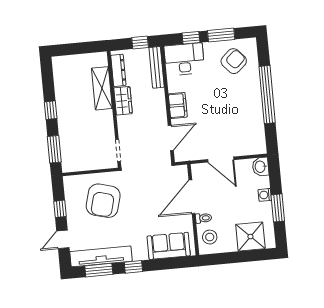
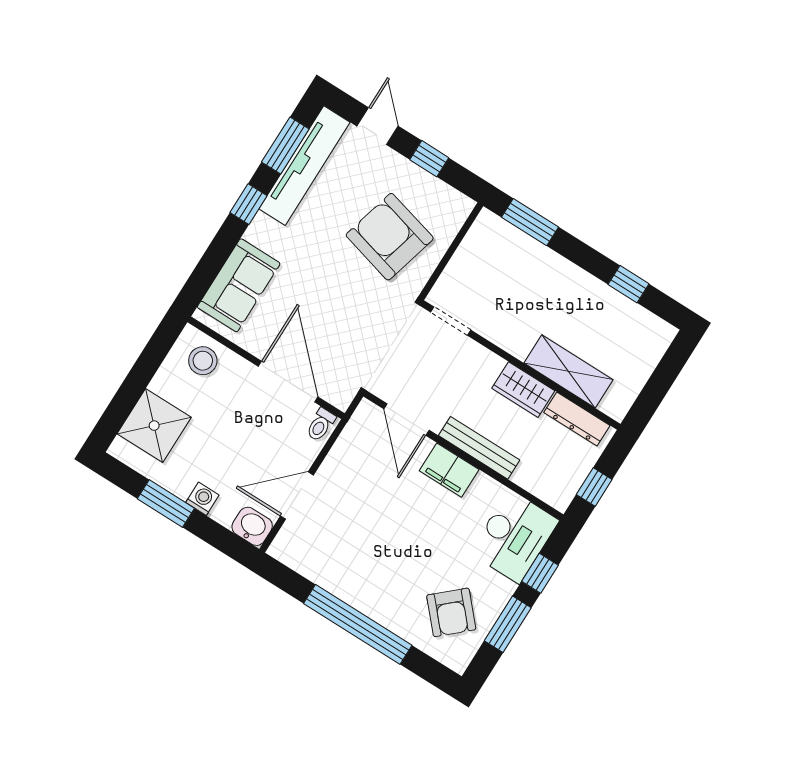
bench: (157, 67) -> (479, 448), moved
window: (51, 110) -> (629, 284), moved
door: (221, 160) -> (297, 496), moved
toilet: (204, 218) -> (321, 425), moved

